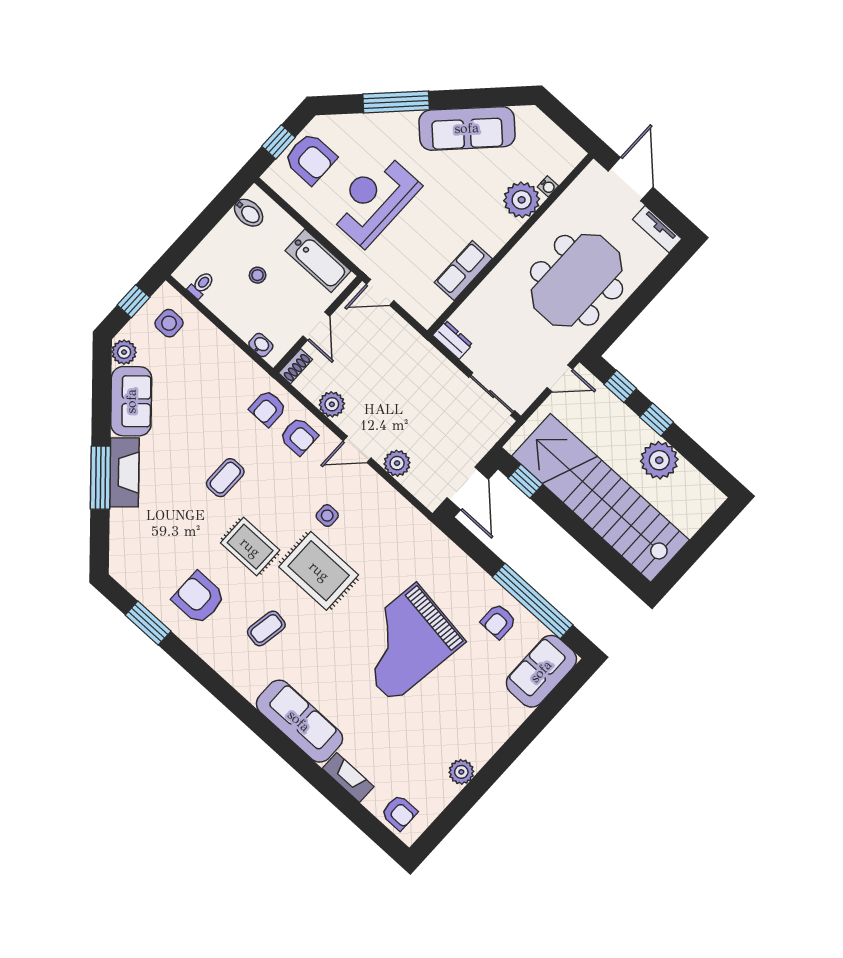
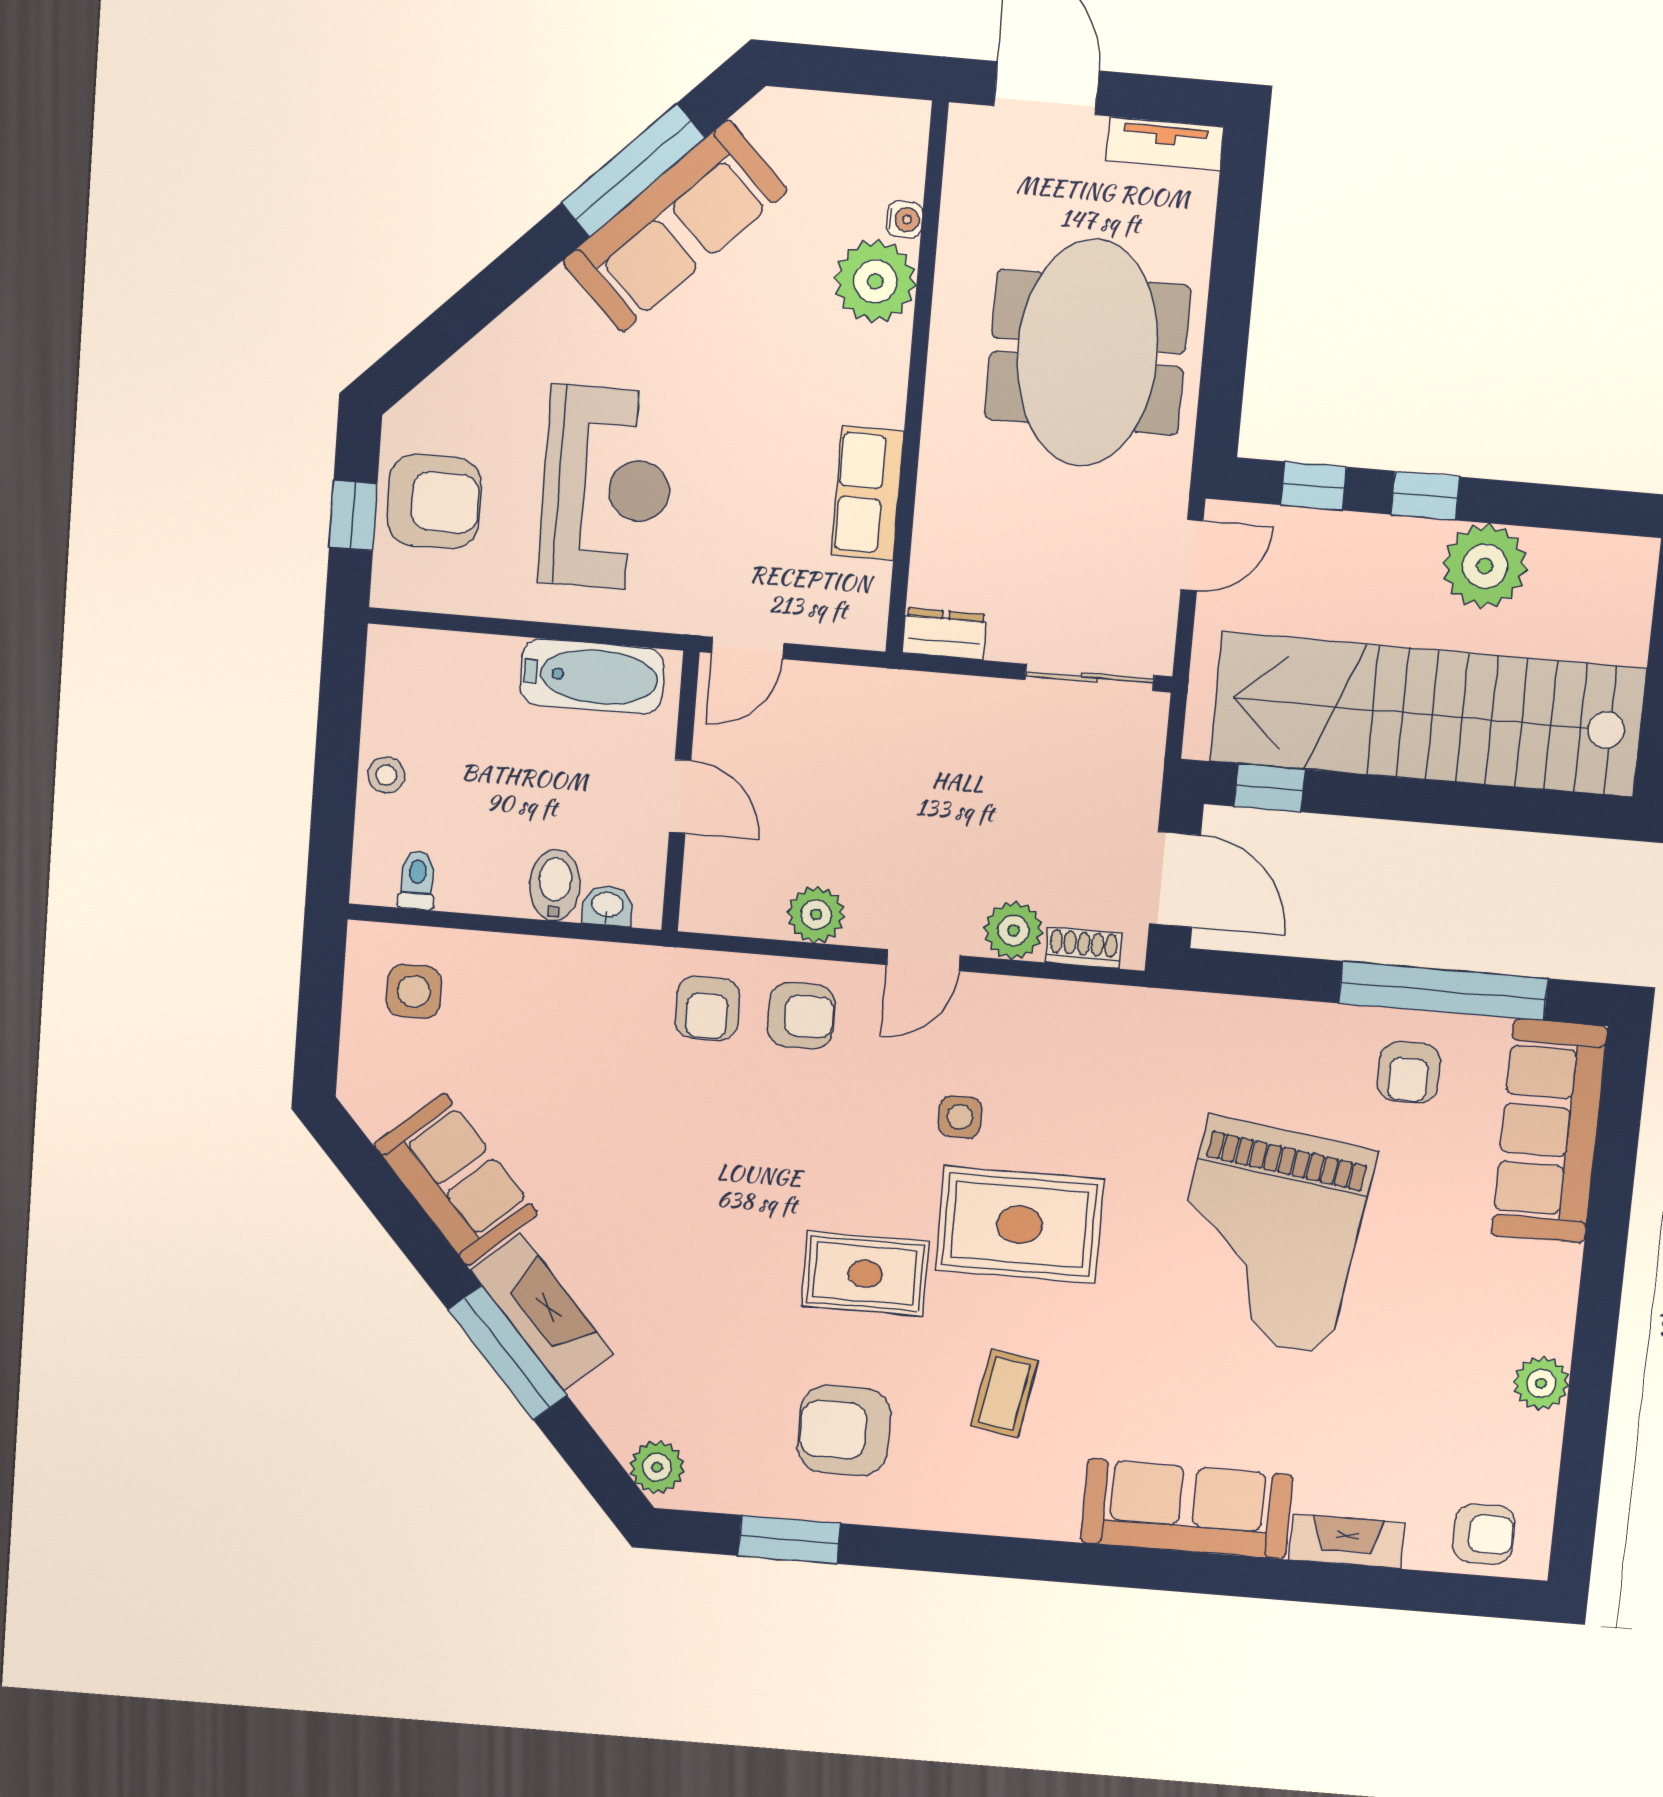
window: (396, 102) -> (633, 170), moved
reception desk: (374, 200) -> (607, 488), turned 180
bidet: (249, 213) -> (555, 885), moved, turned -90
stool: (258, 275) -> (386, 775), moved
window: (133, 301) -> (320, 1001), removed
plant: (124, 352) -> (657, 1467), moved
shoe rack: (295, 366) -> (1083, 948), moved, turned -90
coffee table: (225, 478) -> (727, 1187), removed
sofa: (541, 671) -> (1549, 1131), width x1.36

